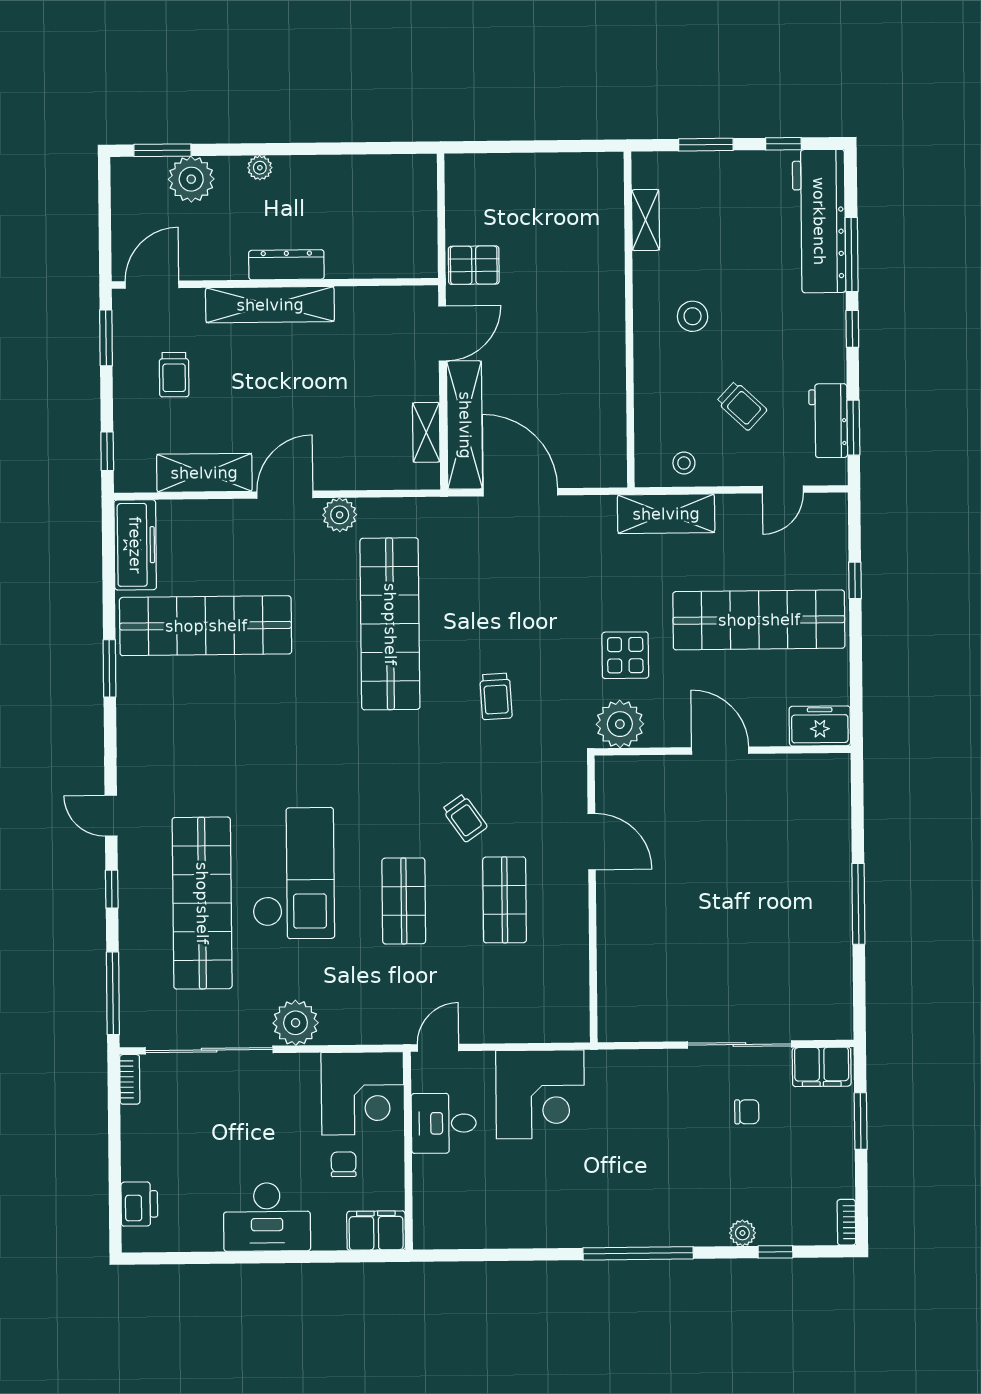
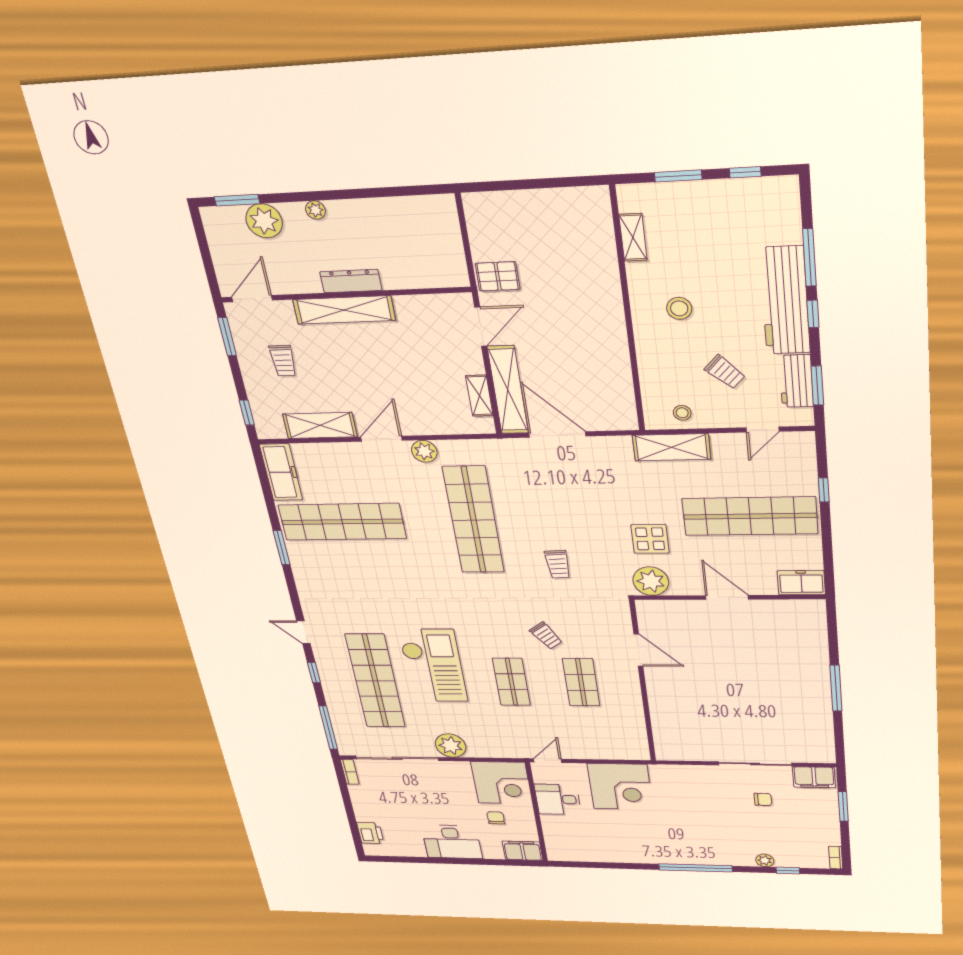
workbench: (819, 221) -> (785, 301), moved

